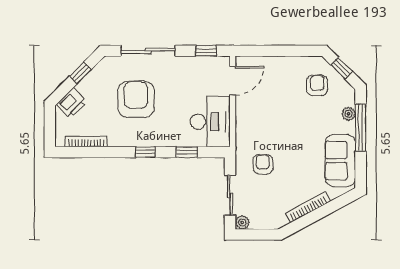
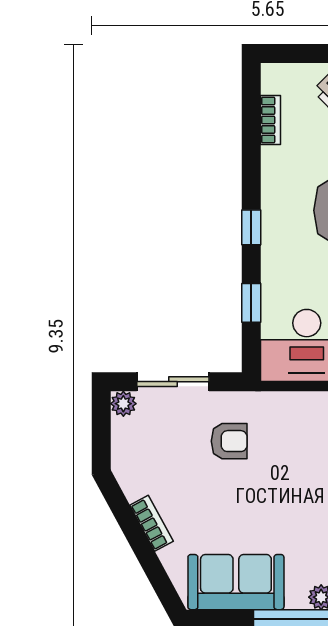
bookcase: (86, 142) -> (271, 120), width x0.64
bookcase: (308, 207) -> (151, 523), width x0.64

